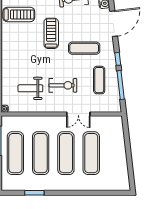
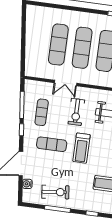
treadmill: (51, 33) -> (81, 148), moved
exercise bike: (63, 85) -> (76, 112), turned -90
double door: (78, 114) -> (65, 83), swing flipped

